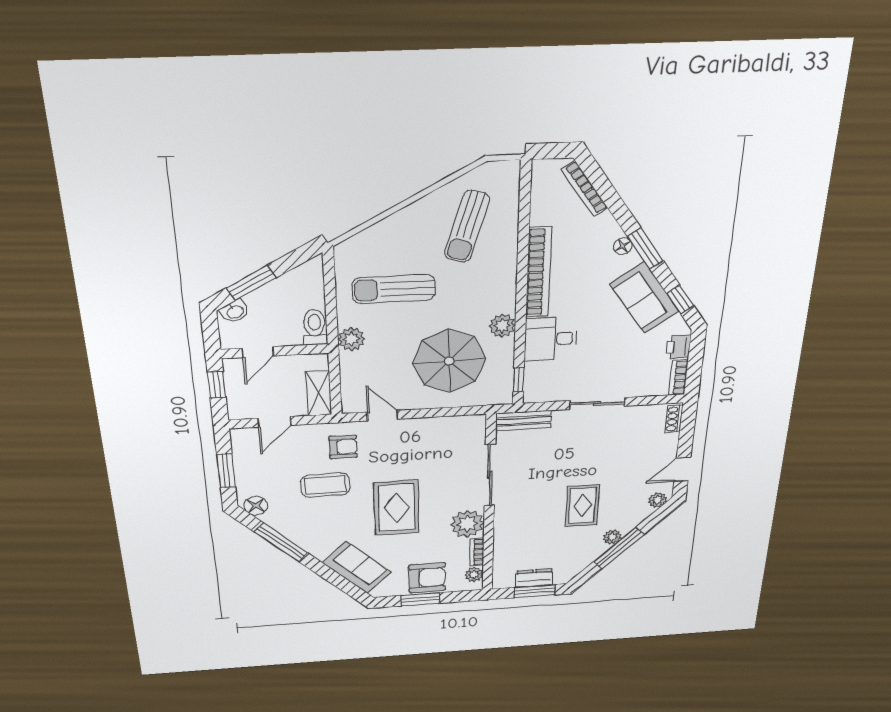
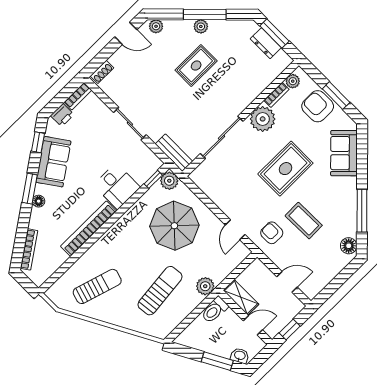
sun lounger: (394, 289) -> (160, 291), turned -96
plant: (502, 326) -> (169, 181), moved
shelving: (319, 393) -> (241, 297), moved, turned 90
window: (226, 471) -> (339, 281), removed

